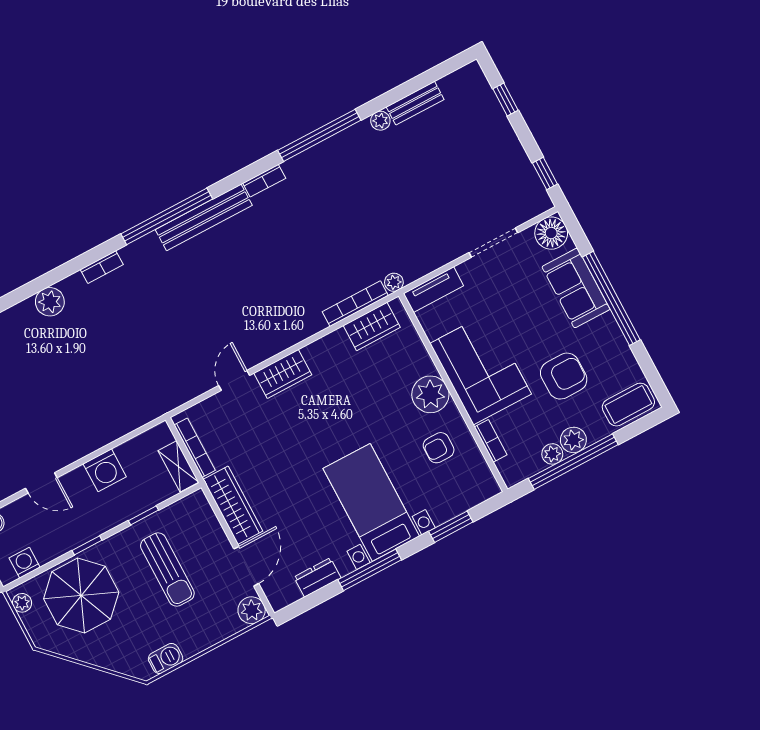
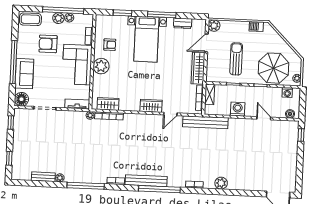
bench: (154, 405) -> (205, 122), added

